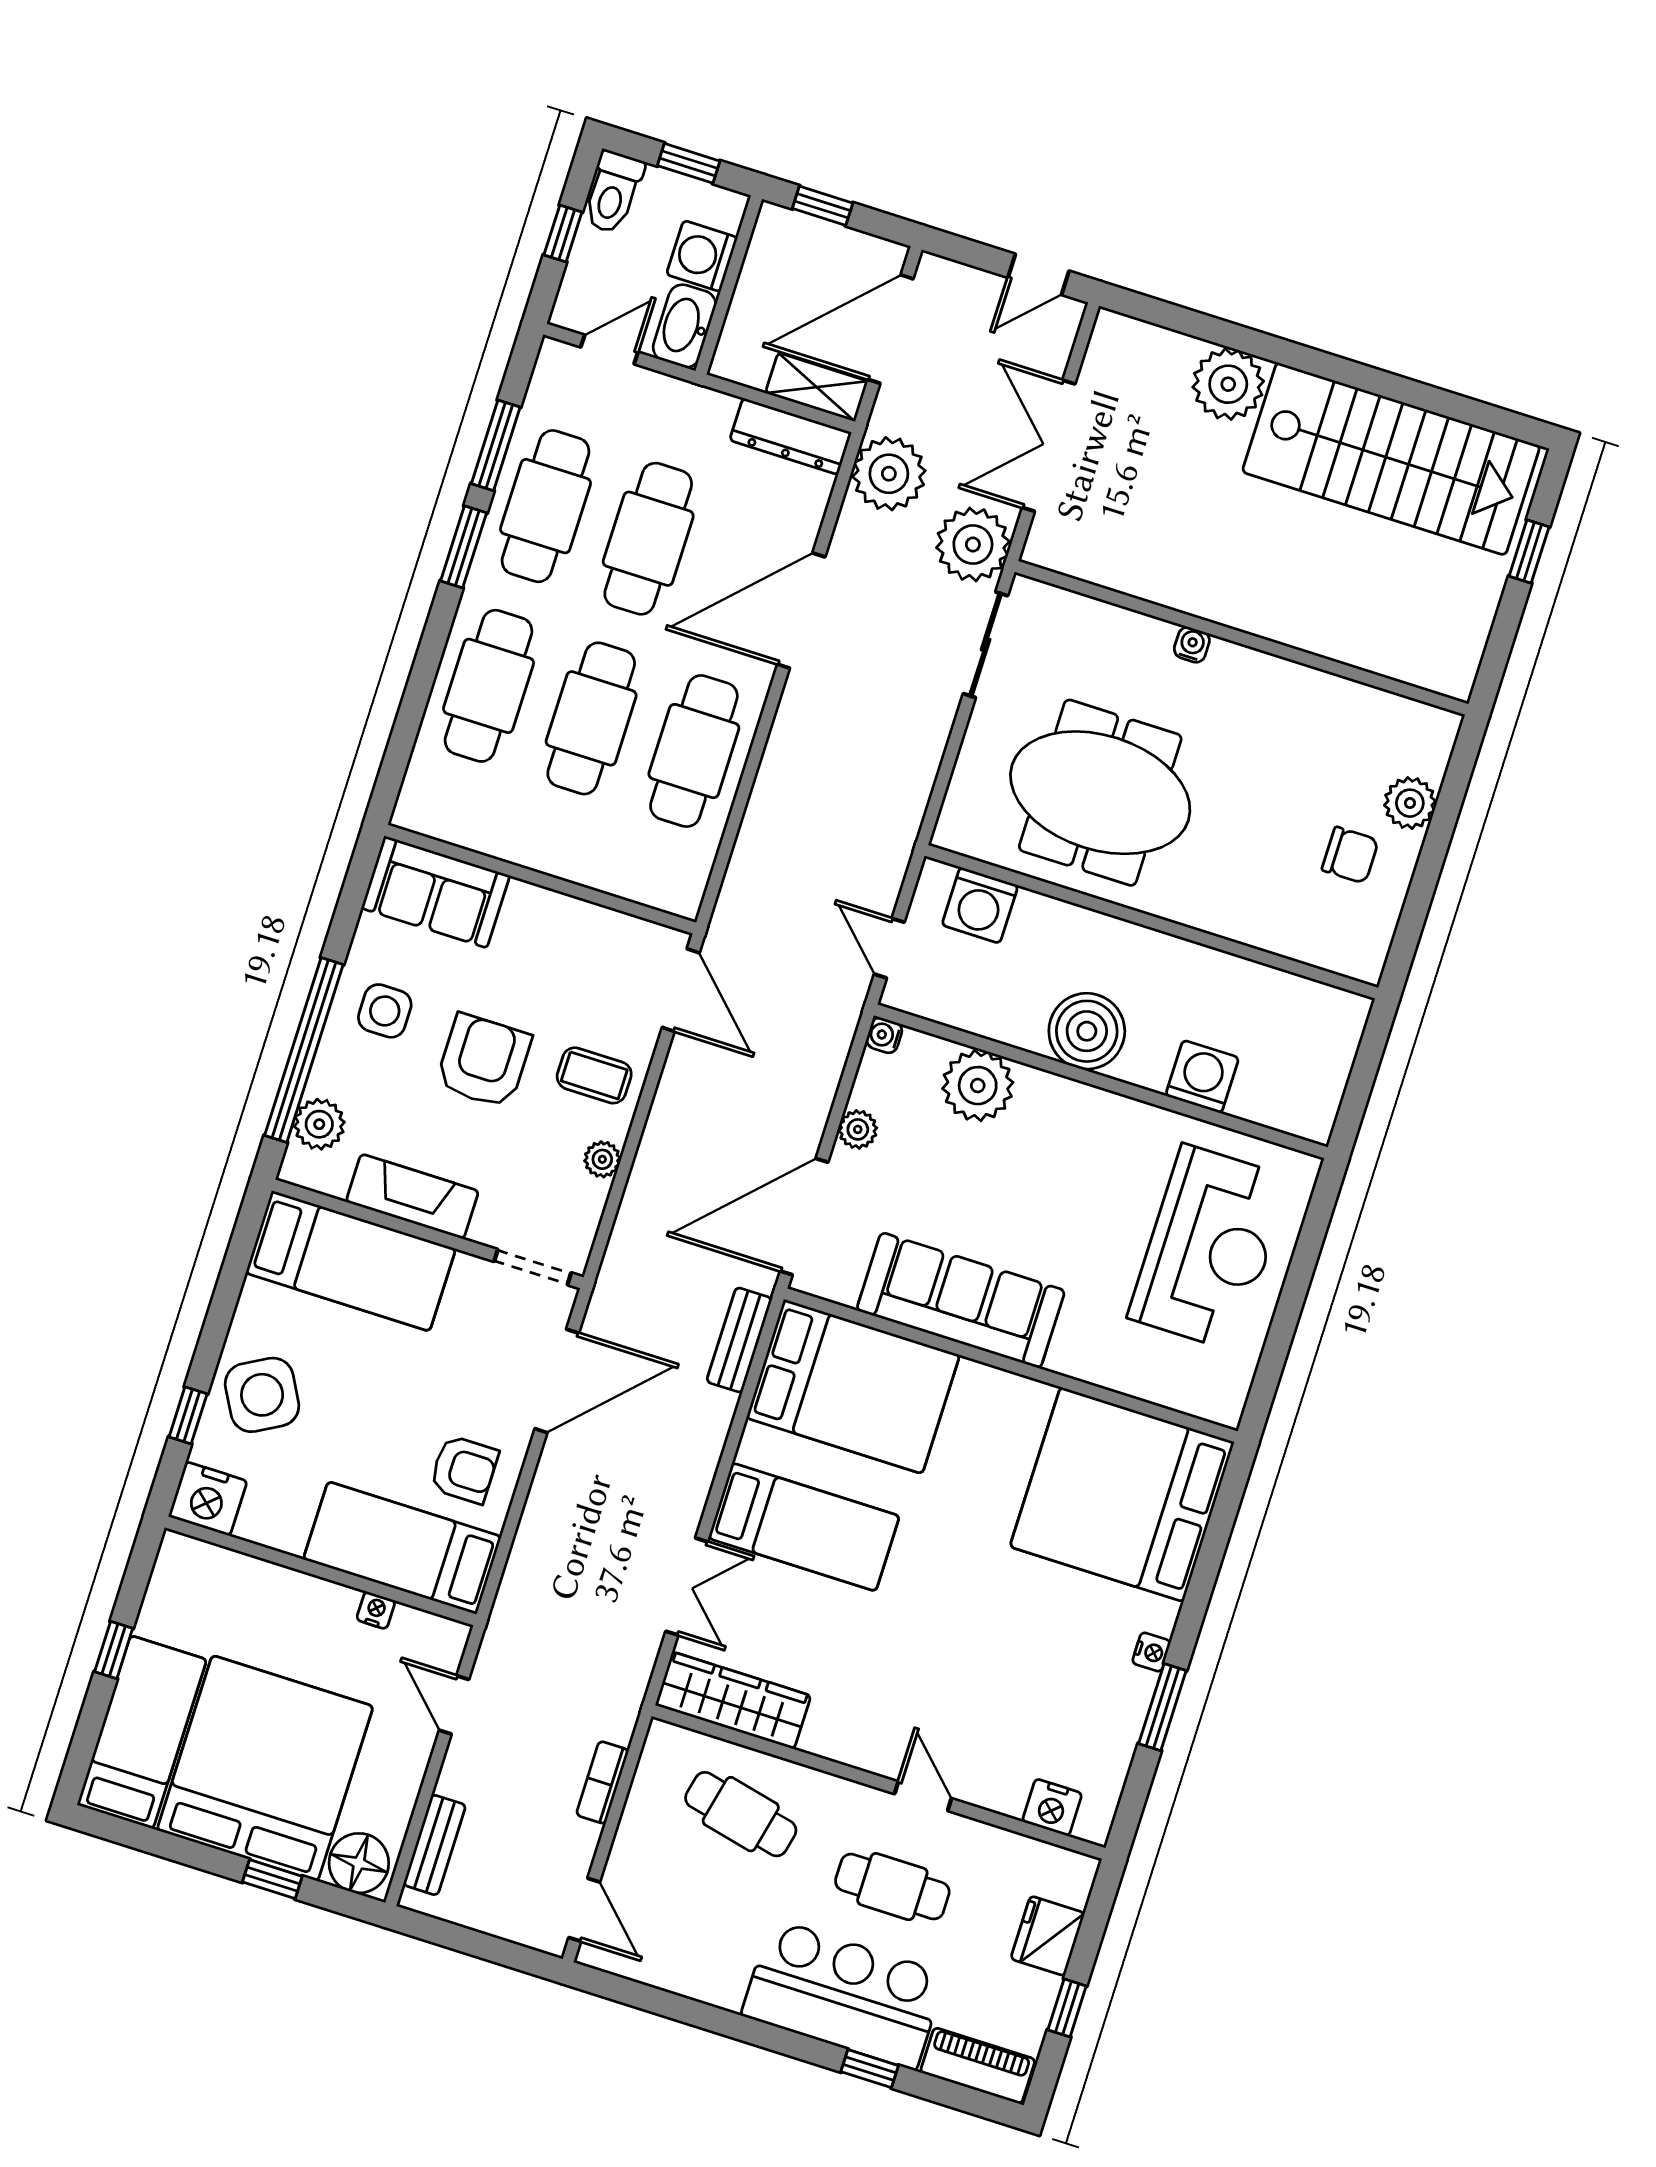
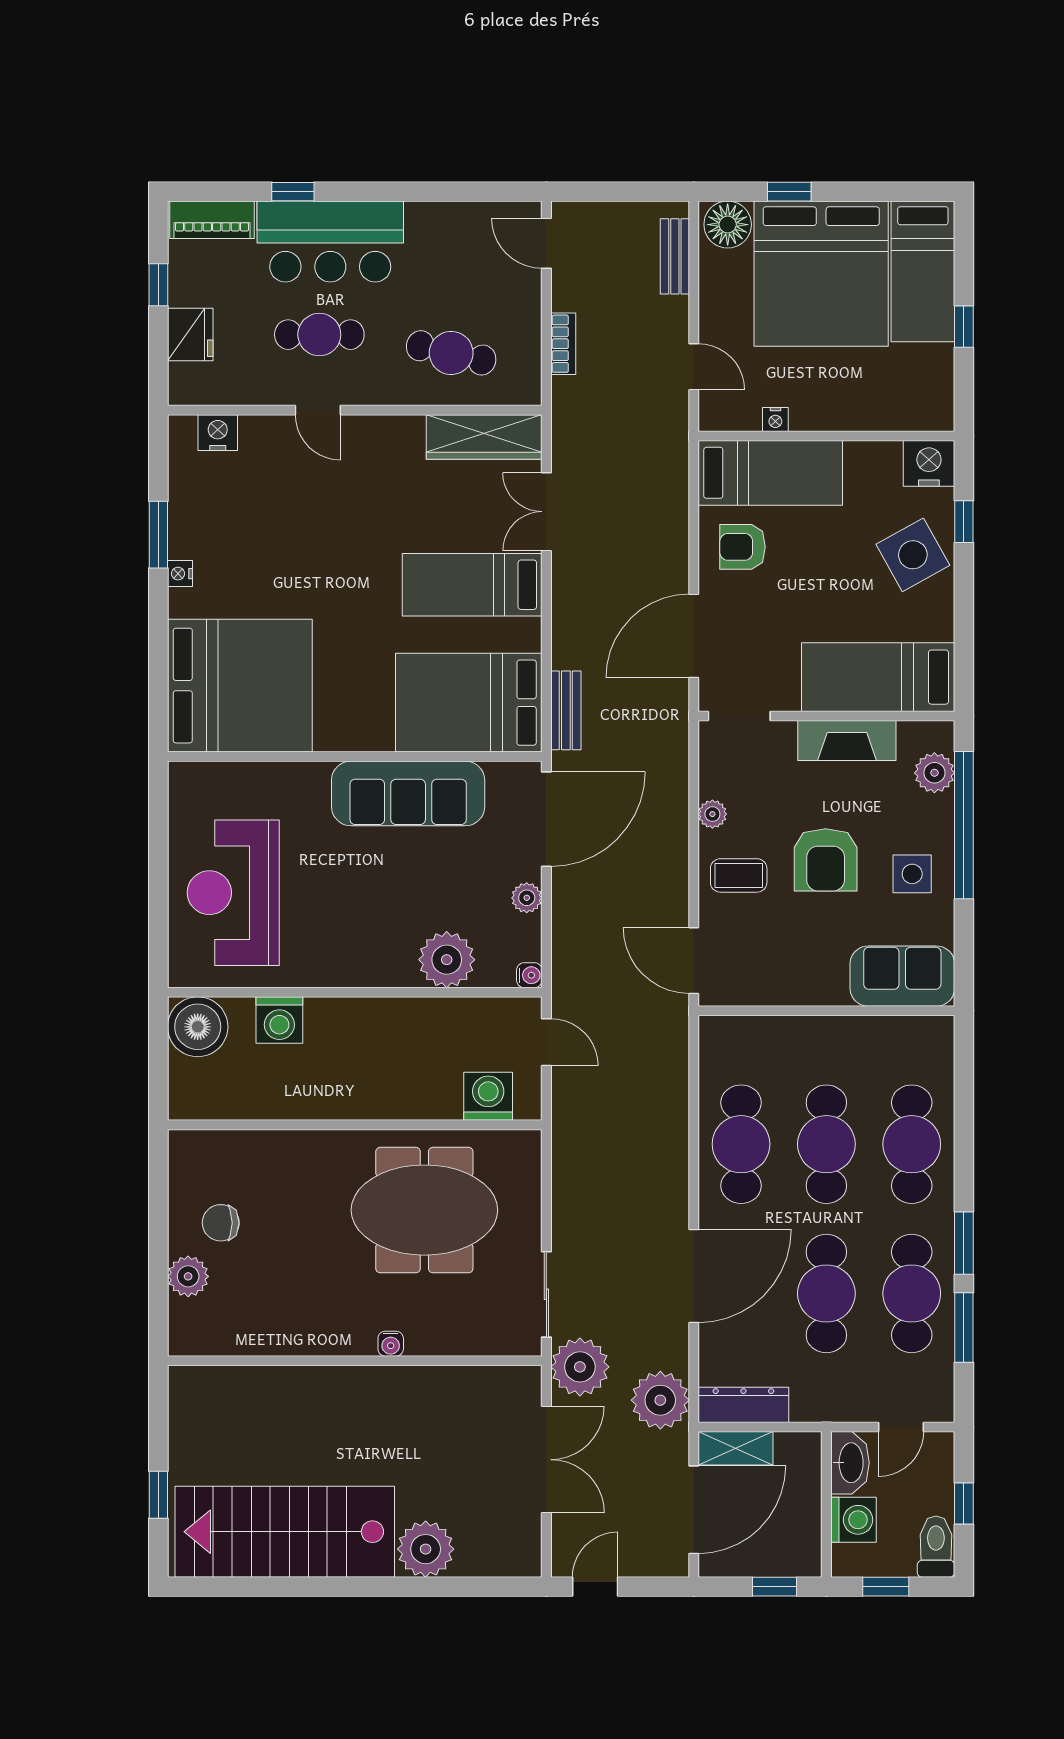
boiler: (1087, 1031) -> (198, 1027), moved

